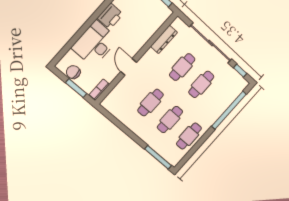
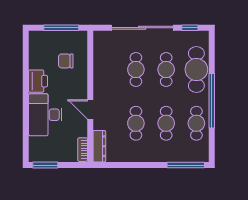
dresser: (164, 39) -> (99, 146), moved
chair: (73, 72) -> (66, 61), moved
window: (76, 88) -> (45, 165), moved
cafe table: (220, 101) -> (196, 70), added
window: (229, 110) -> (212, 101), moved

